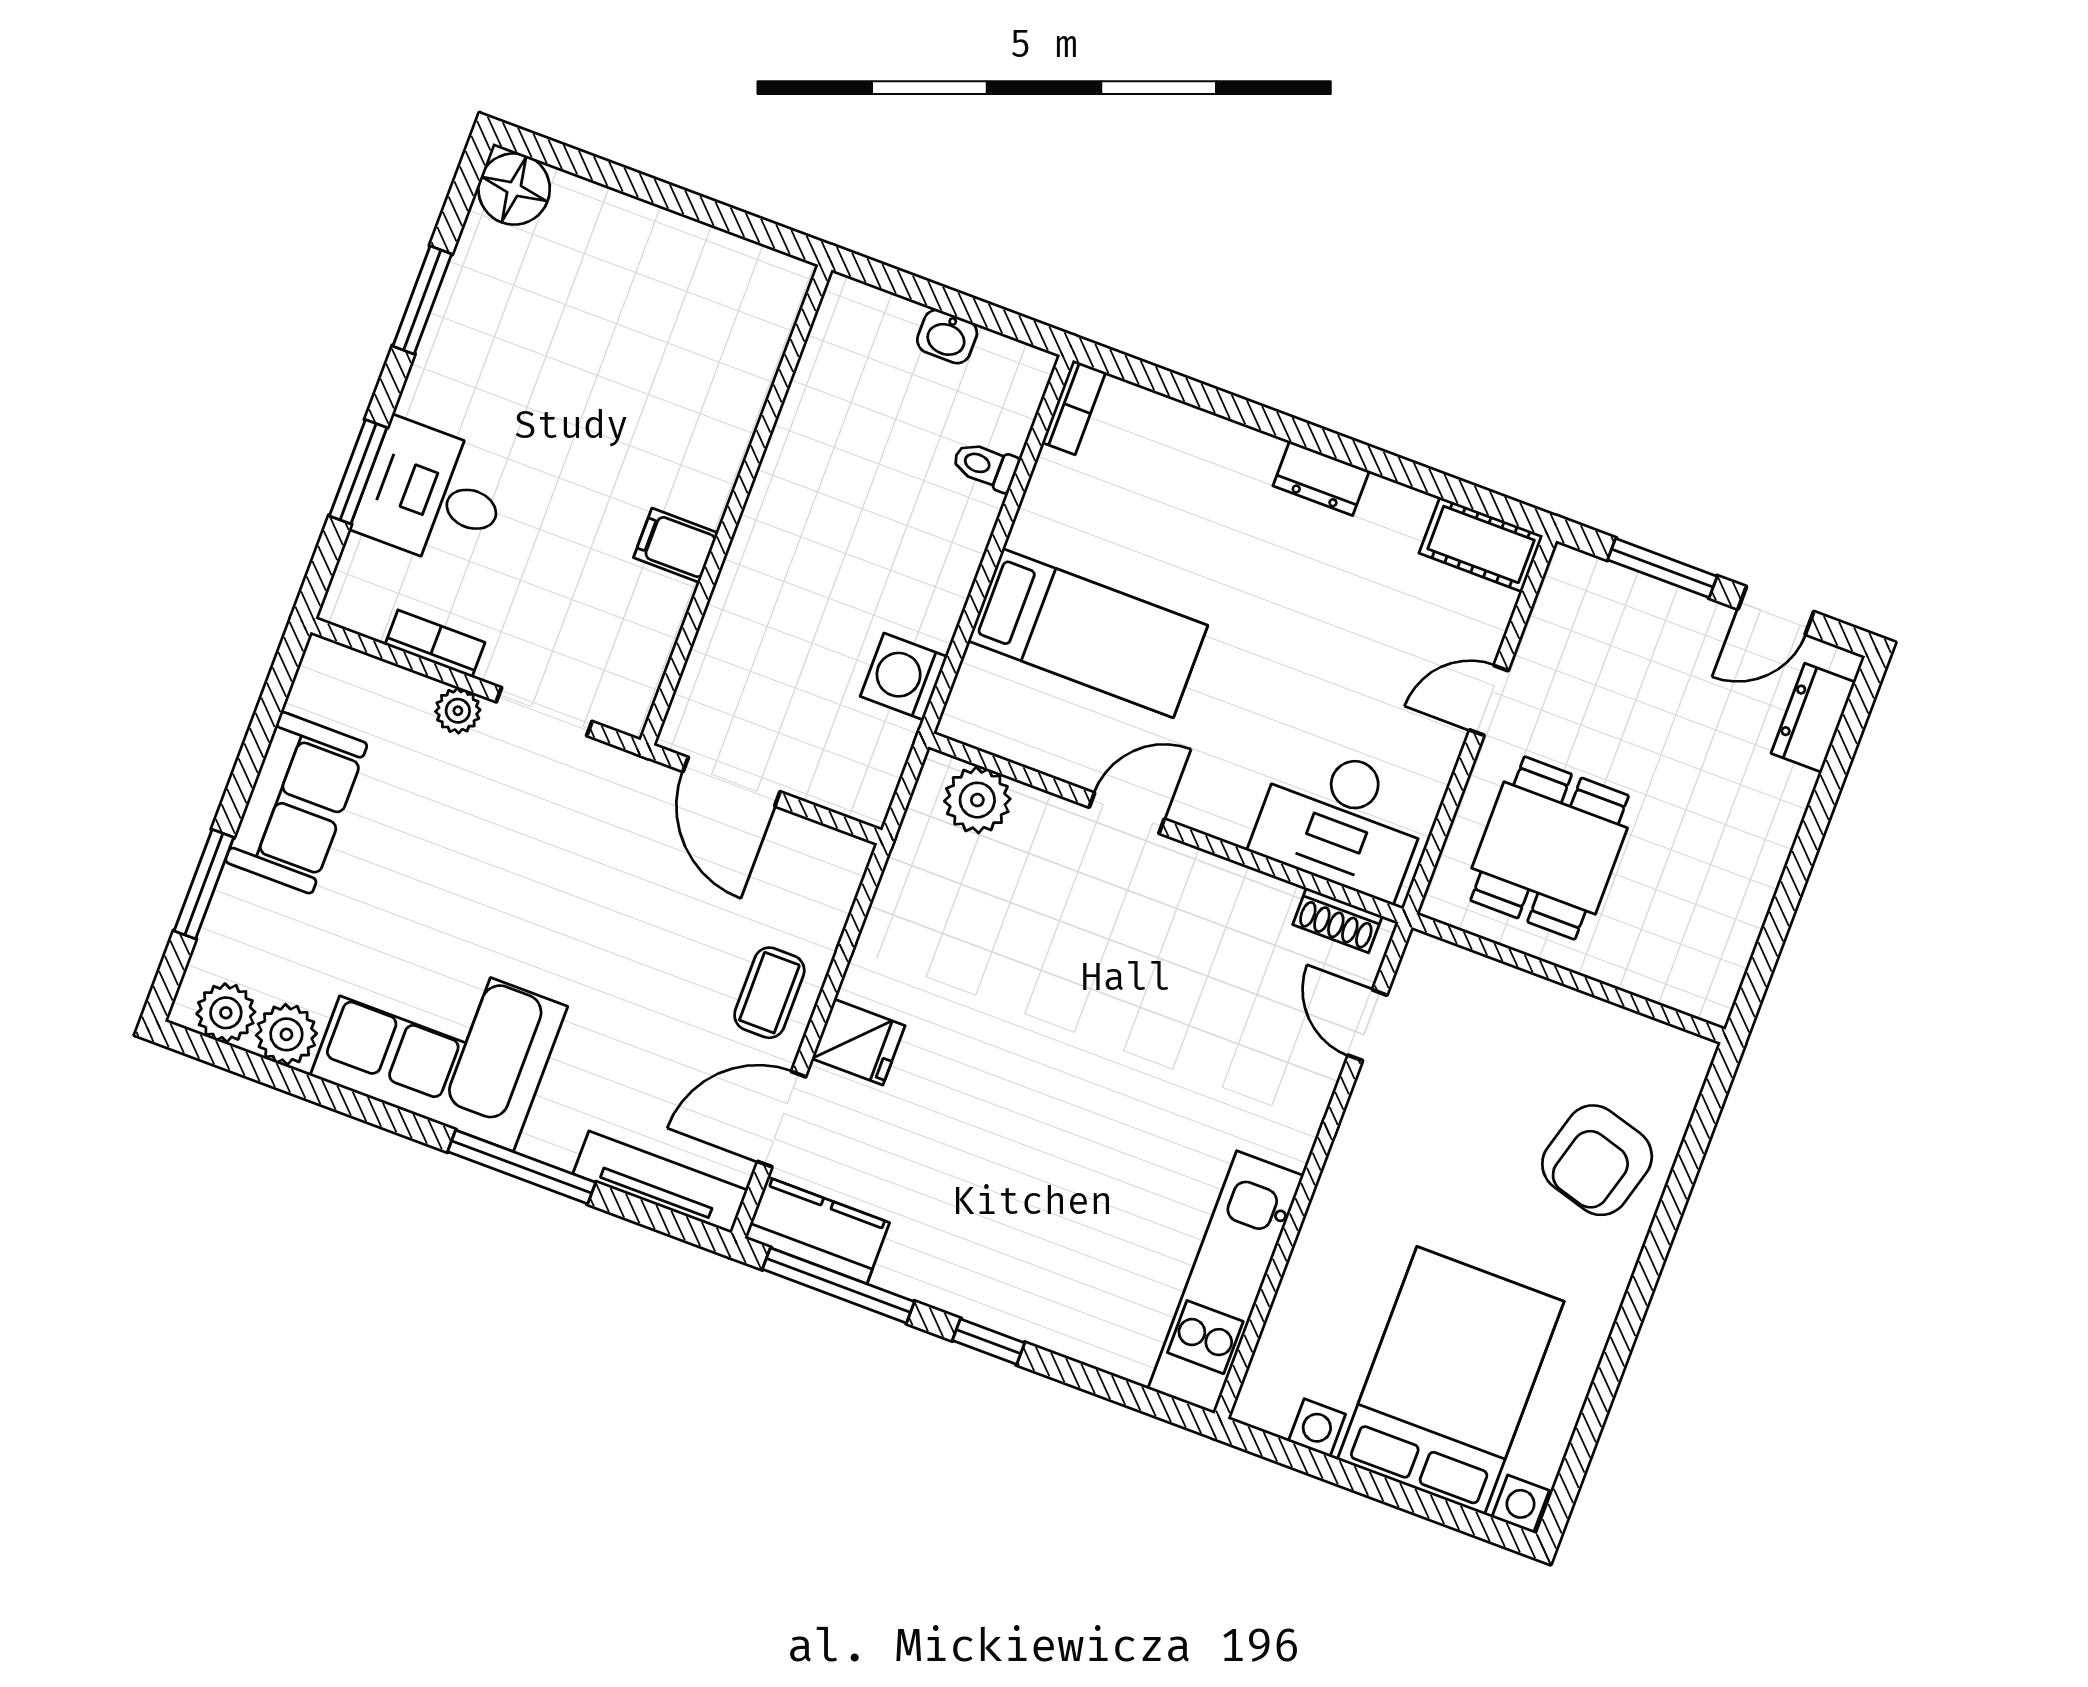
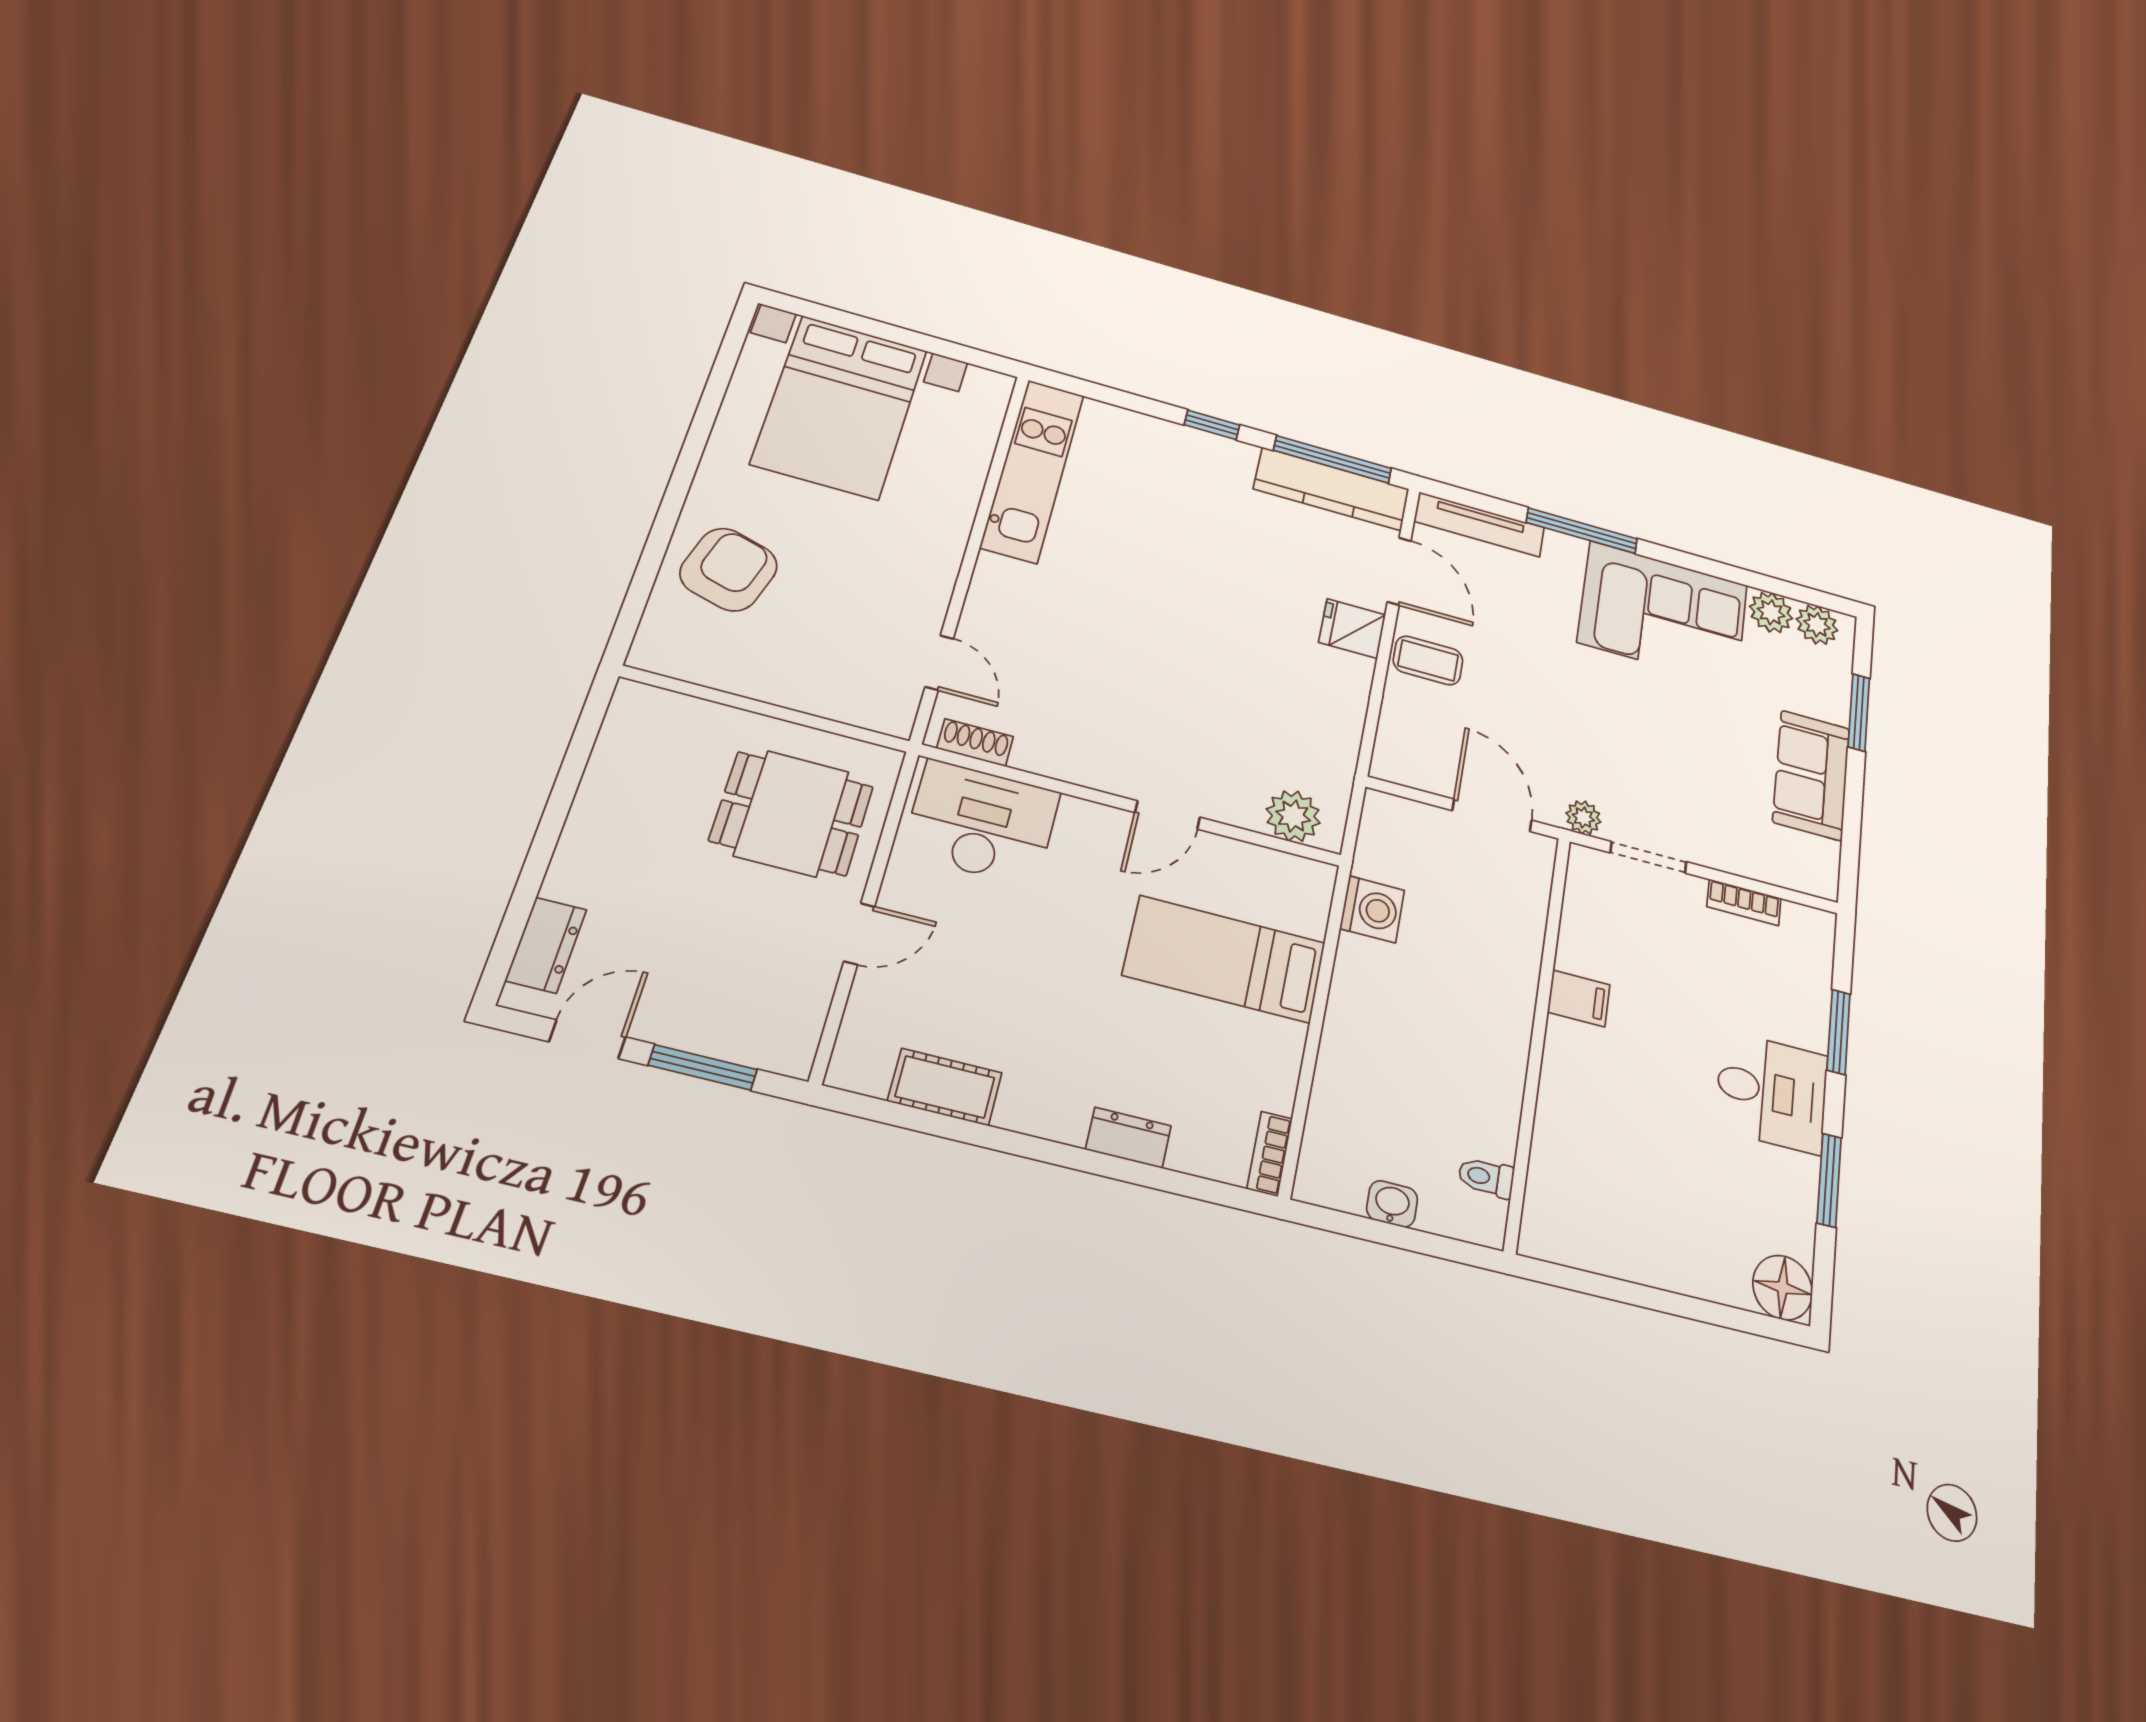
toilet: (985, 466) -> (1486, 1177), moved, turned 180
dresser: (1321, 478) -> (1128, 1138), moved
desk: (433, 495) -> (1772, 1092), moved
cot: (1481, 544) -> (945, 1087), moved
plant: (458, 711) -> (1583, 818), moved
dining table: (1550, 848) -> (792, 814), turned 90
coffee table: (769, 993) -> (1428, 660), turned 90
door: (782, 1119) -> (1399, 571), hinge flipped
kitchen counter: (817, 1230) -> (1332, 489), width x1.50

